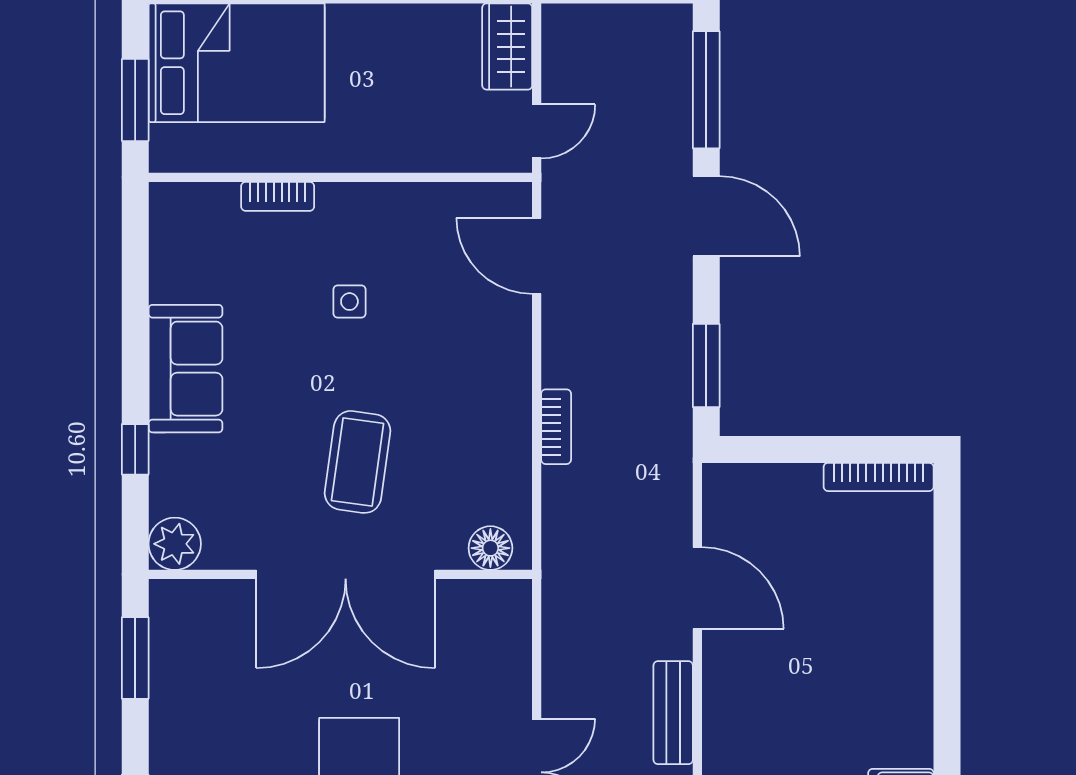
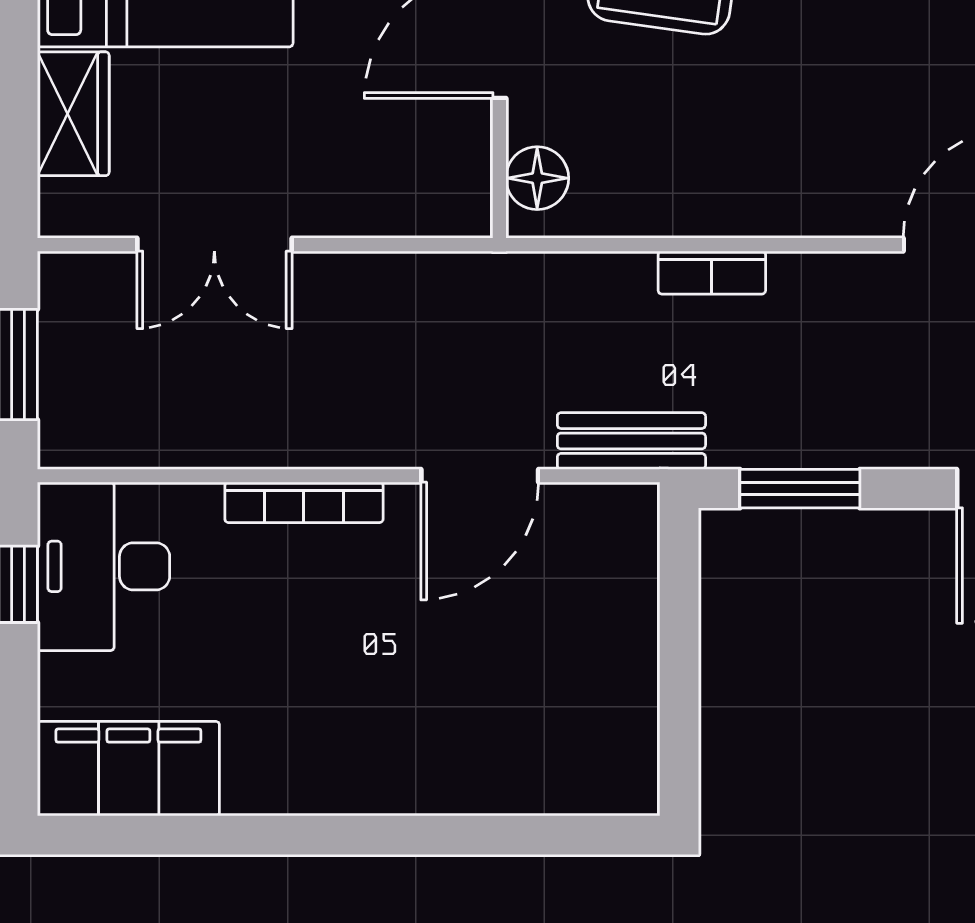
bookcase: (879, 477) -> (304, 502), moved, turned -90
bench: (673, 713) -> (631, 441), moved

